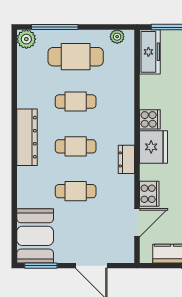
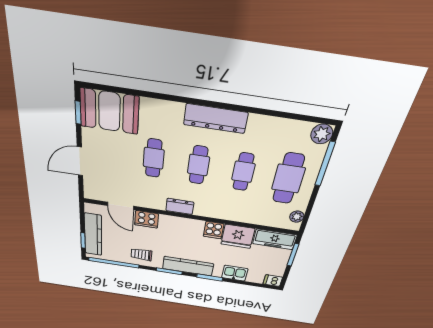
fridge: (153, 147) -> (238, 236), moved
window: (41, 266) -> (78, 113), width x0.67

